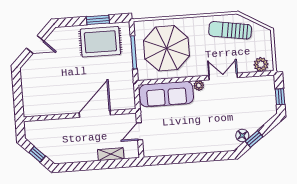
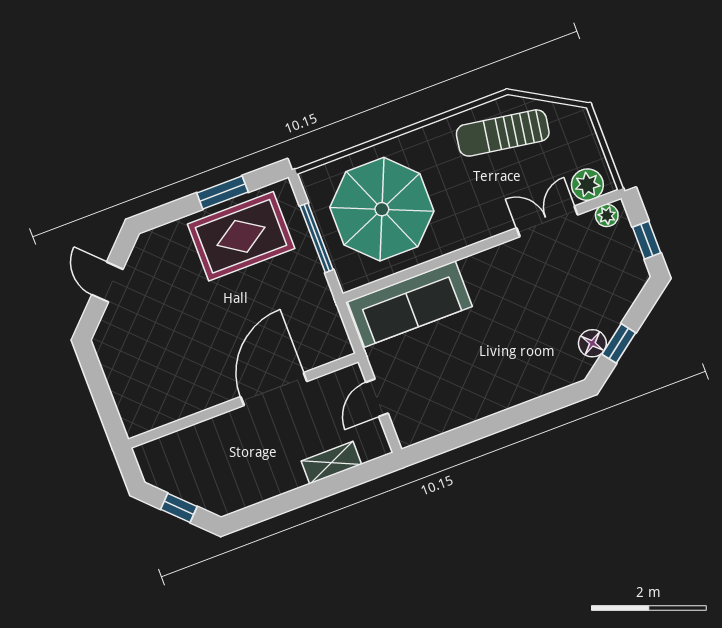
door: (35, 44) -> (107, 282), swing flipped
double door: (223, 77) -> (547, 221), moved
plant: (199, 86) -> (607, 215), moved

